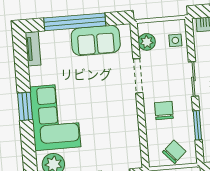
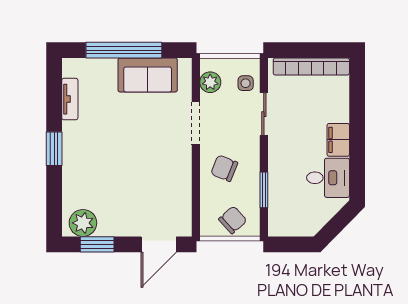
tv unit: (33, 49) -> (70, 99), moved
sliding door: (193, 79) -> (264, 114), moved
chair: (164, 111) -> (224, 168), turned -68
corner sofa: (55, 117) -> (90, 165), removed

